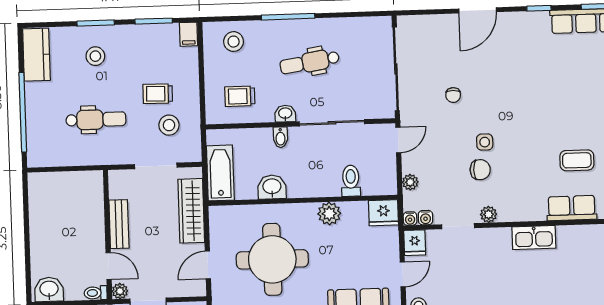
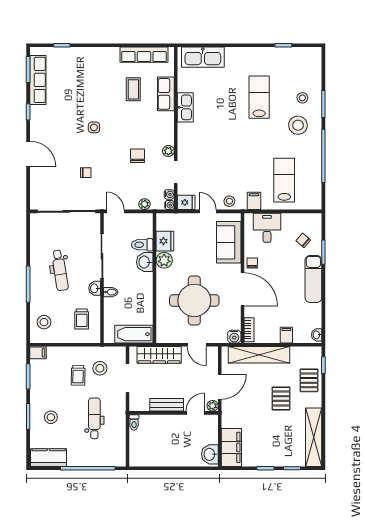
side table: (485, 142) -> (94, 127), moved
washbasin: (272, 187) -> (145, 262), moved
fridge: (383, 213) -> (165, 241), moved
kitchen sink: (534, 238) -> (185, 107), moved
toilet: (96, 293) -> (134, 422), moved

